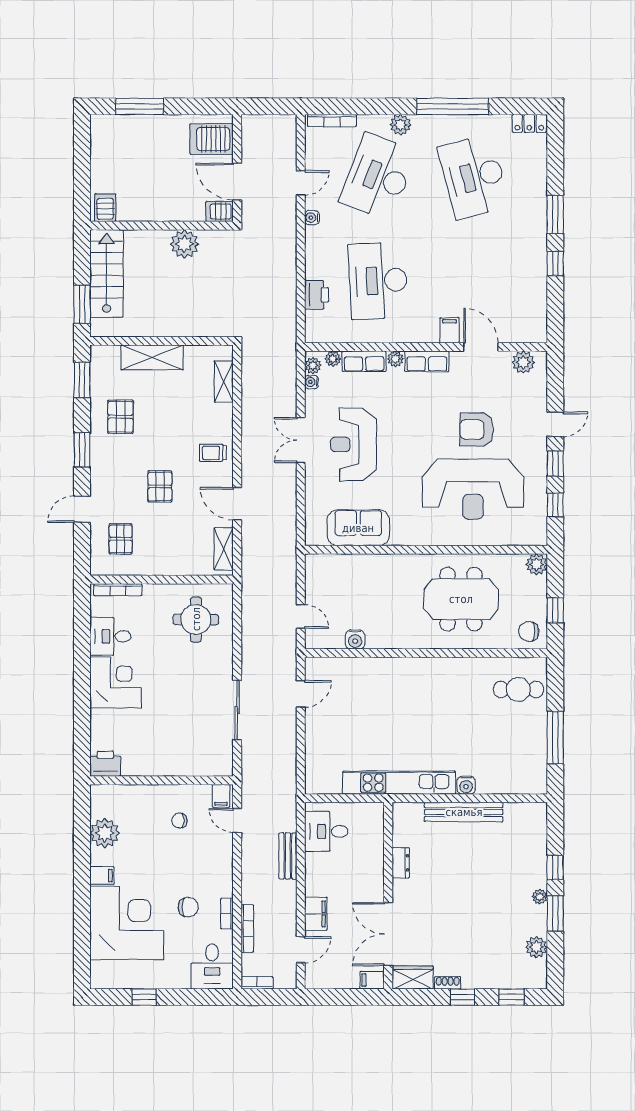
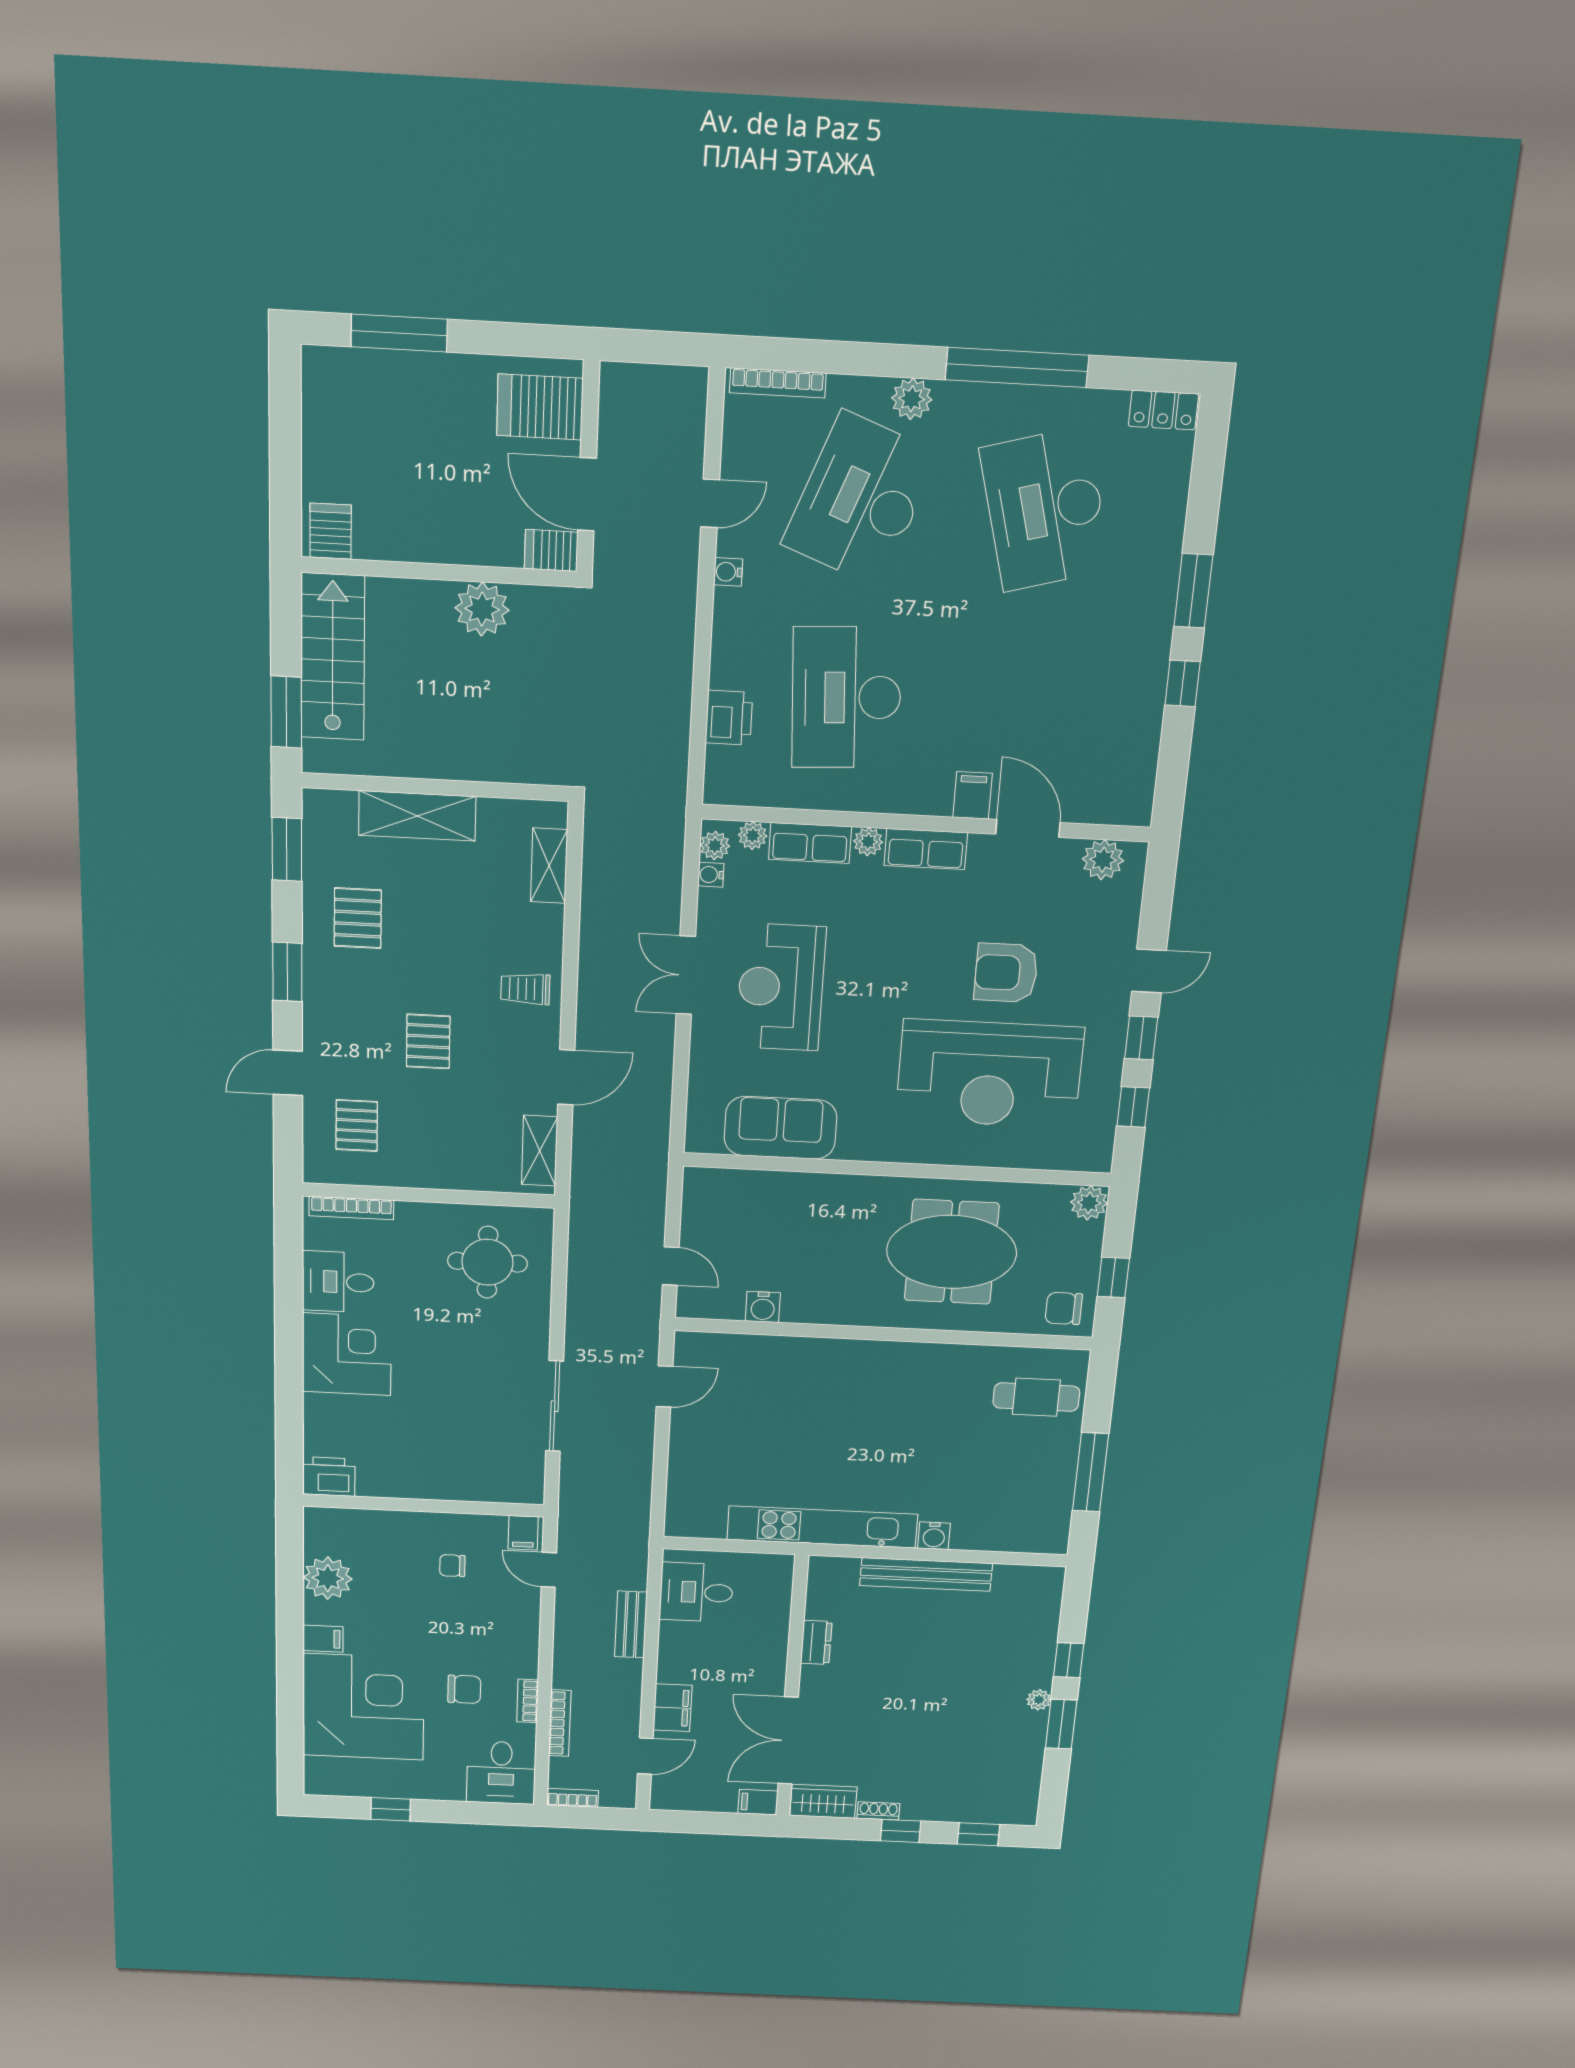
door: (237, 504) -> (566, 1077), swing flipped
plant: (536, 947) -> (1026, 1769), removed

